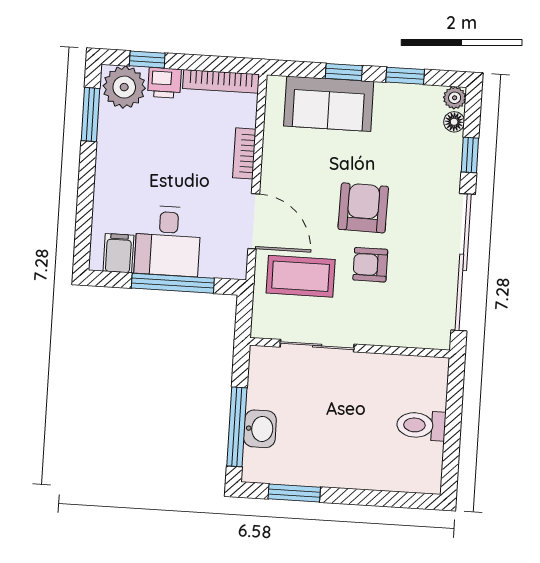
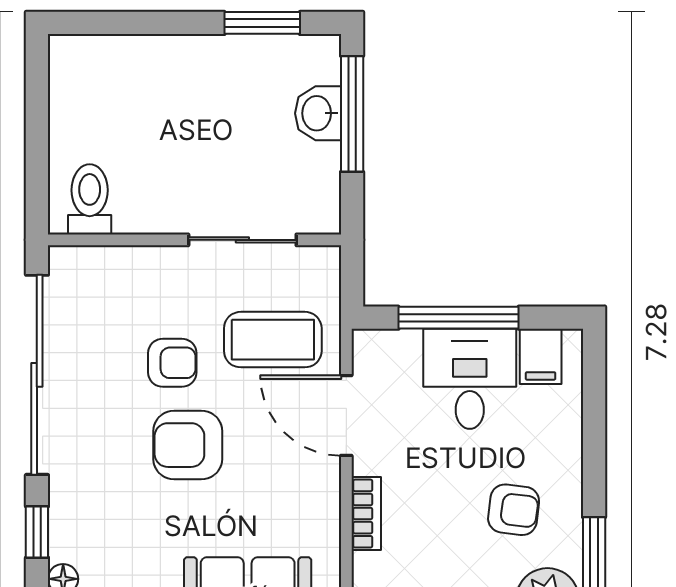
armchair: (143, 150) -> (514, 510), added
armchair: (363, 208) -> (188, 445), turned 89
toilet: (421, 425) -> (90, 199), moved, turned -90

